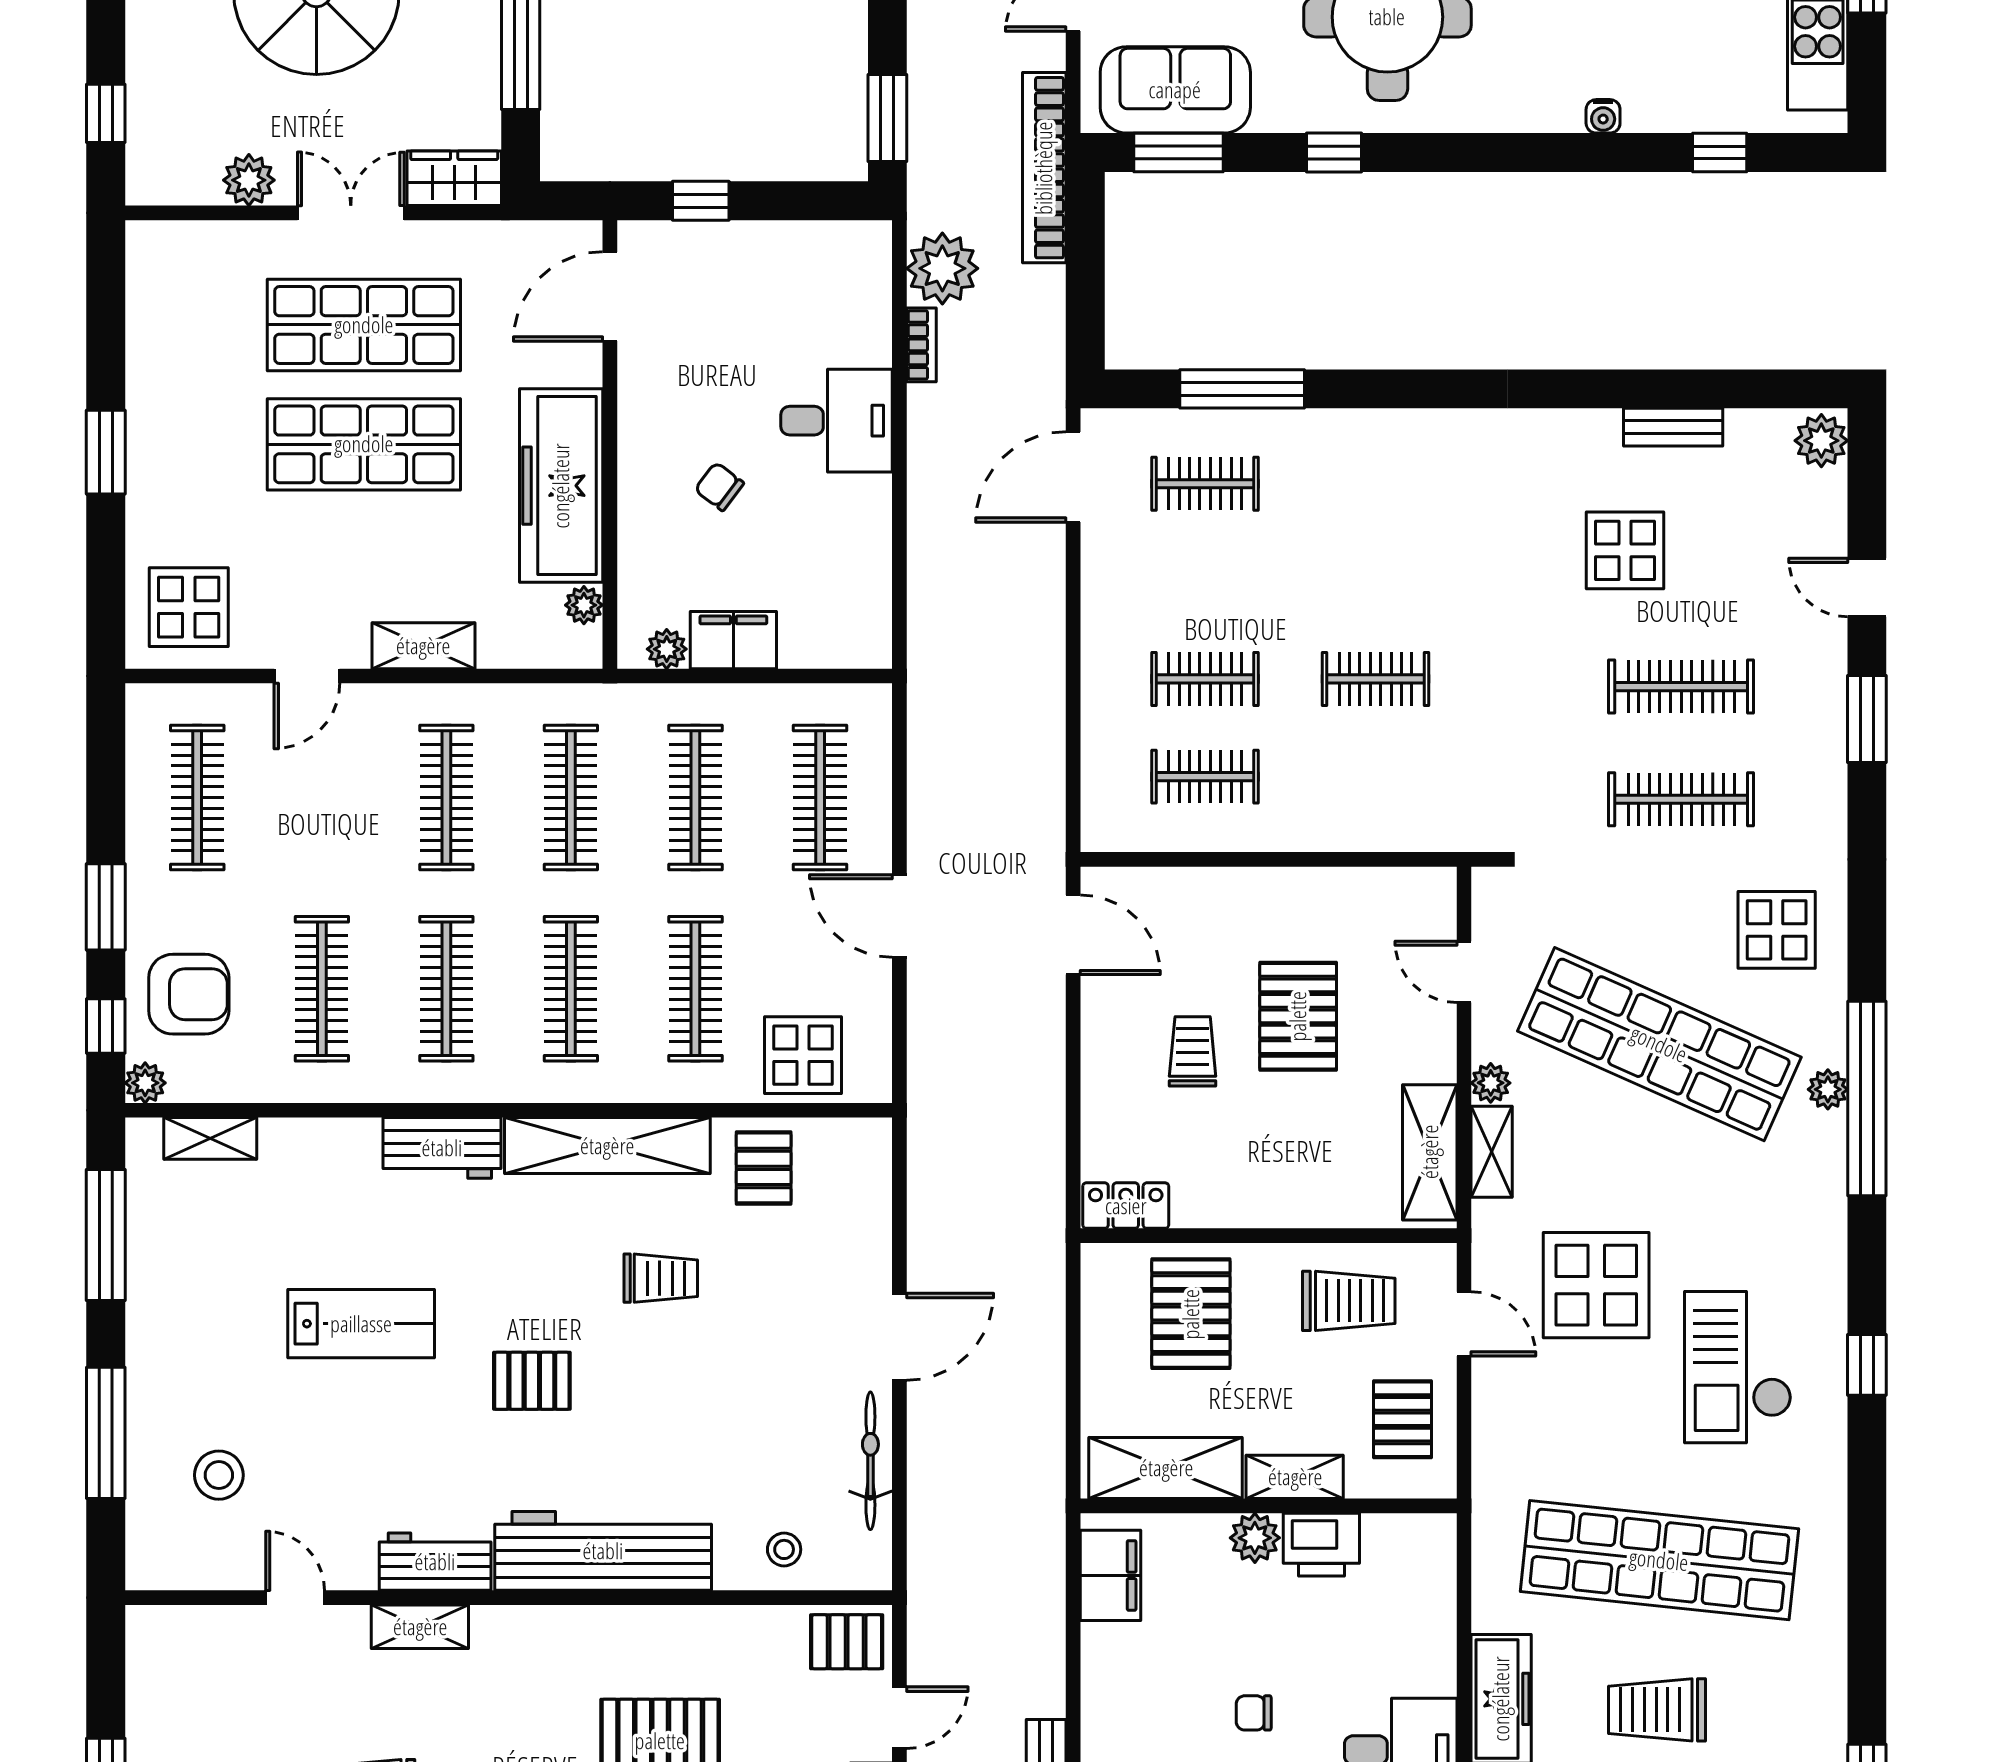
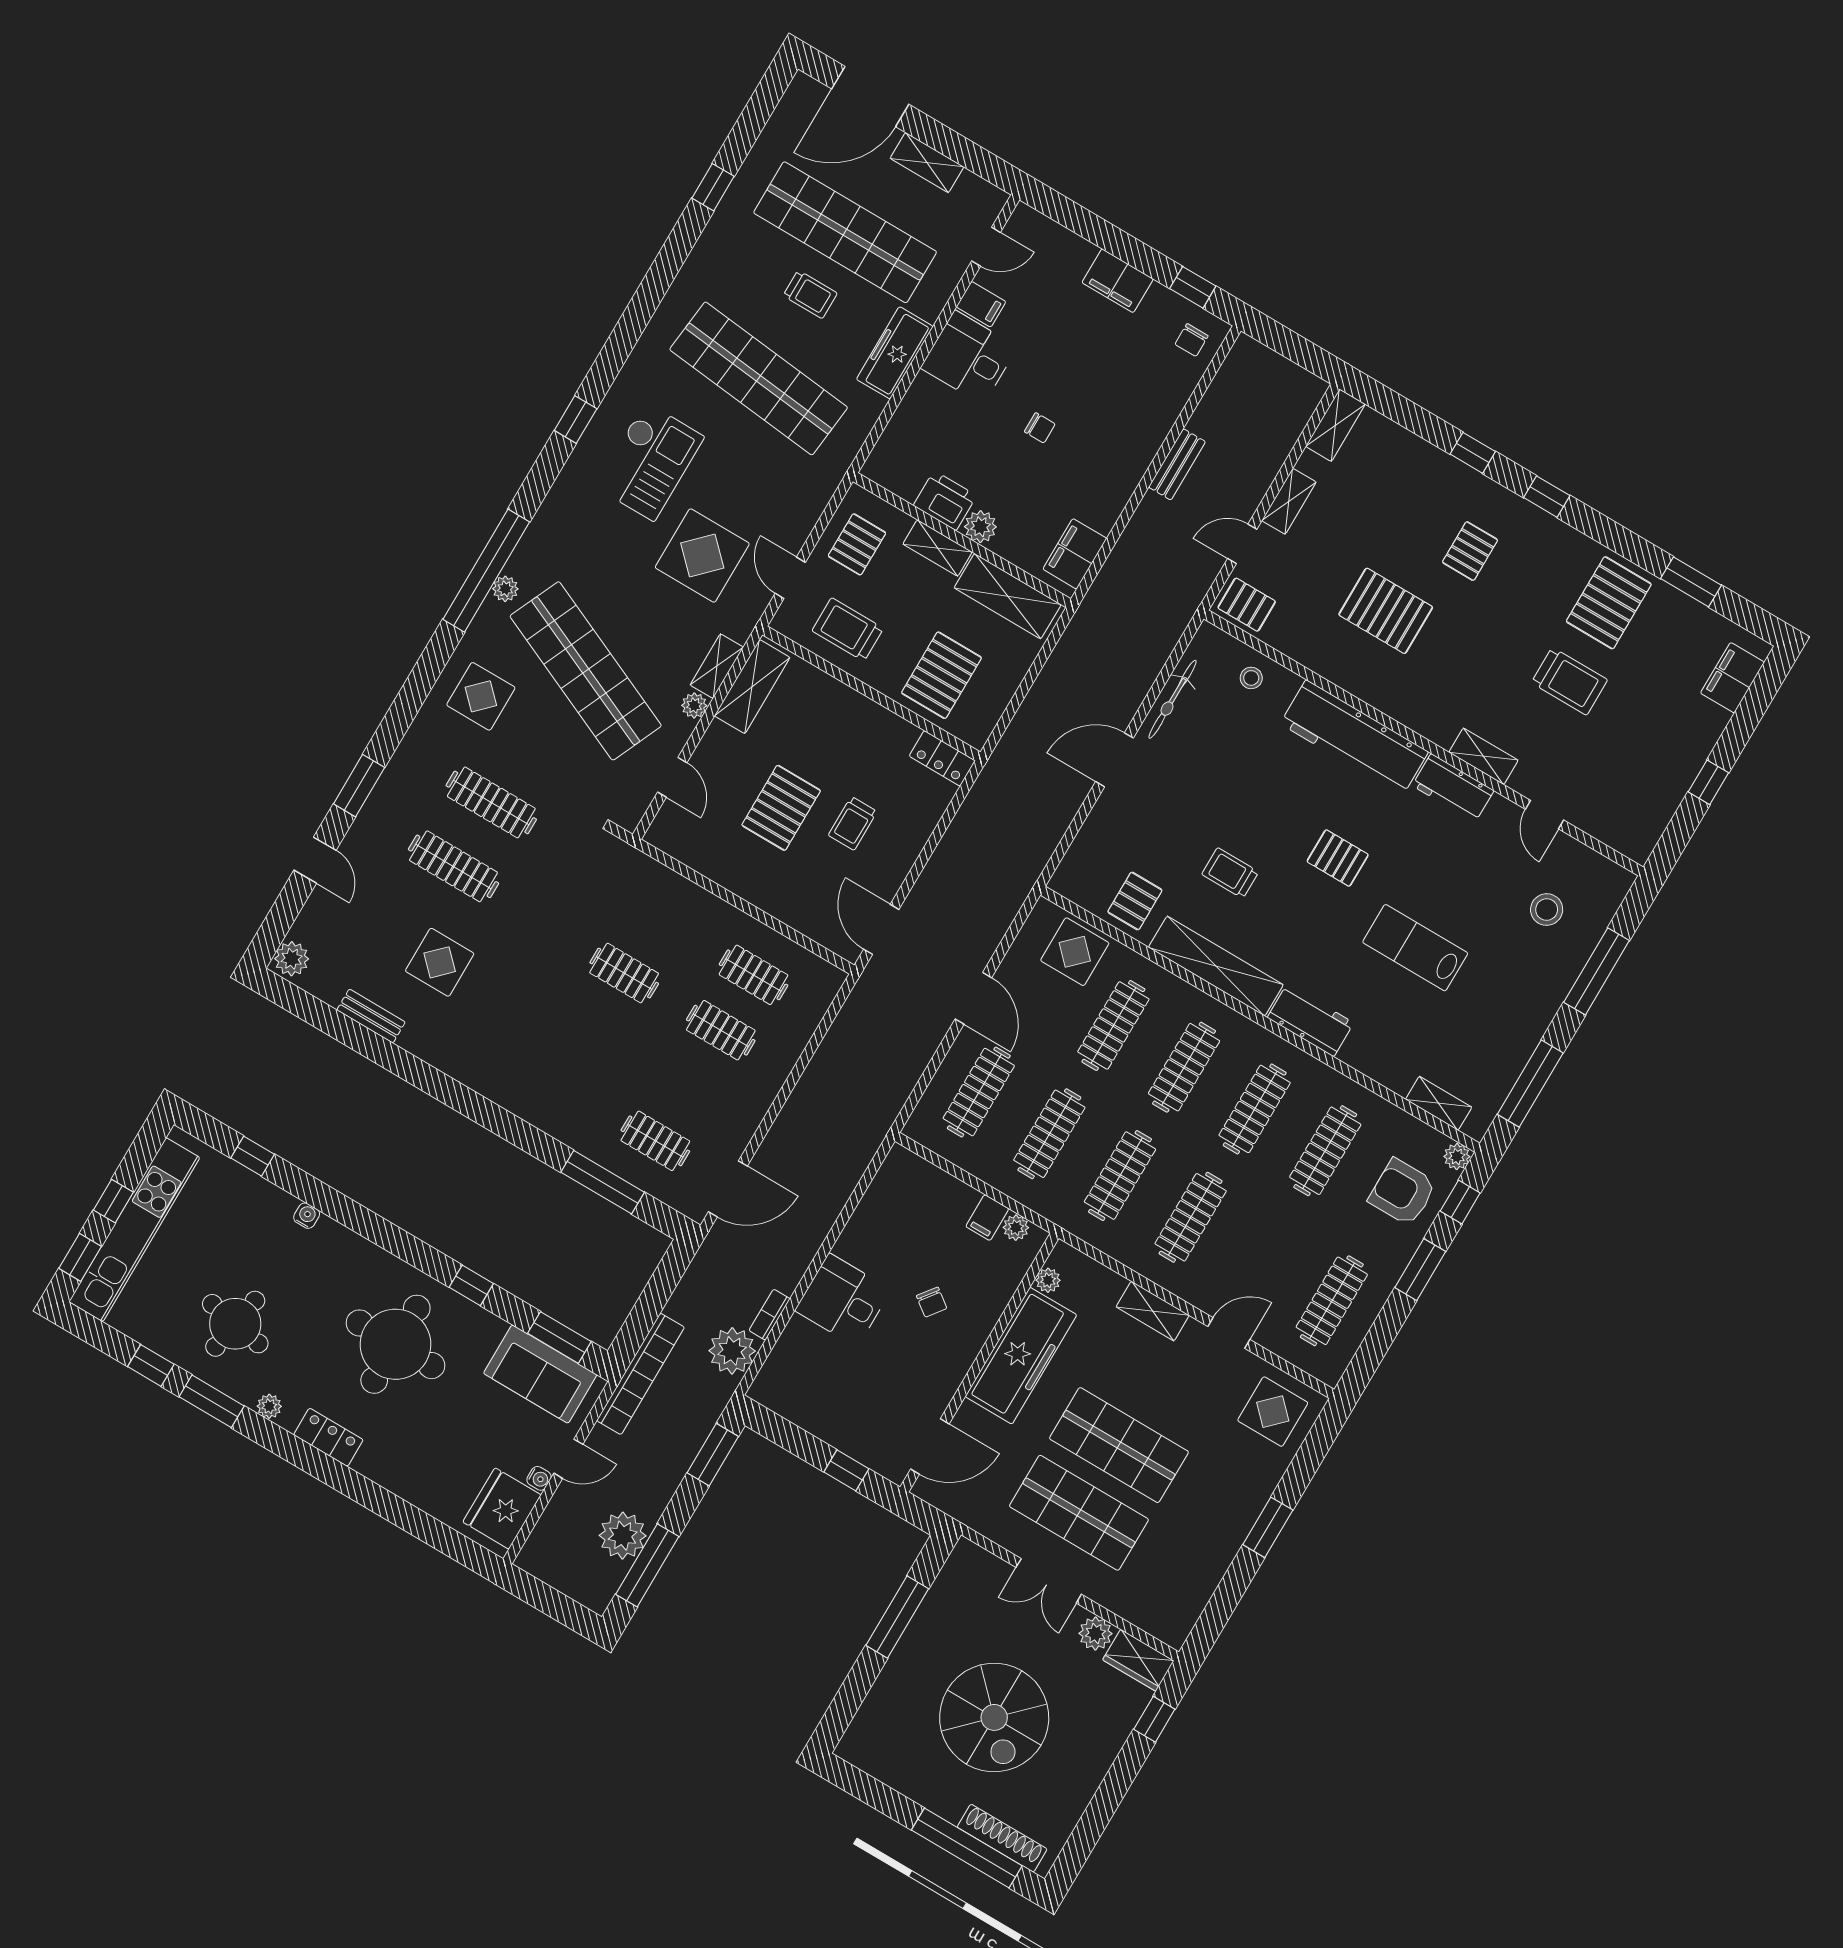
wardrobe: (454, 178) -> (1138, 1660), moved
filing cabinet: (733, 640) -> (987, 1218), width x0.50
trolley: (1657, 1710) -> (810, 294), width x0.73, depth x0.72

